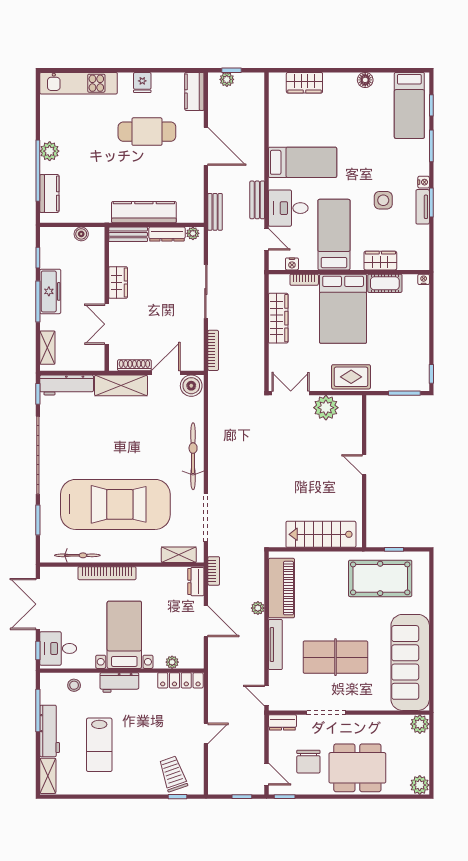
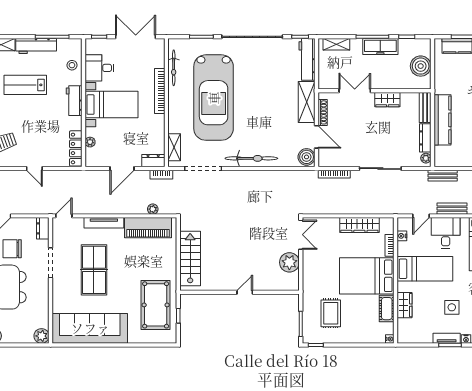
boiler: (81, 234) -> (421, 66), width x1.86, depth x1.86
rug: (351, 377) -> (331, 313), moved
plant: (258, 608) -> (153, 209), moved
desk: (58, 648) -> (99, 68), moved, turned -90

